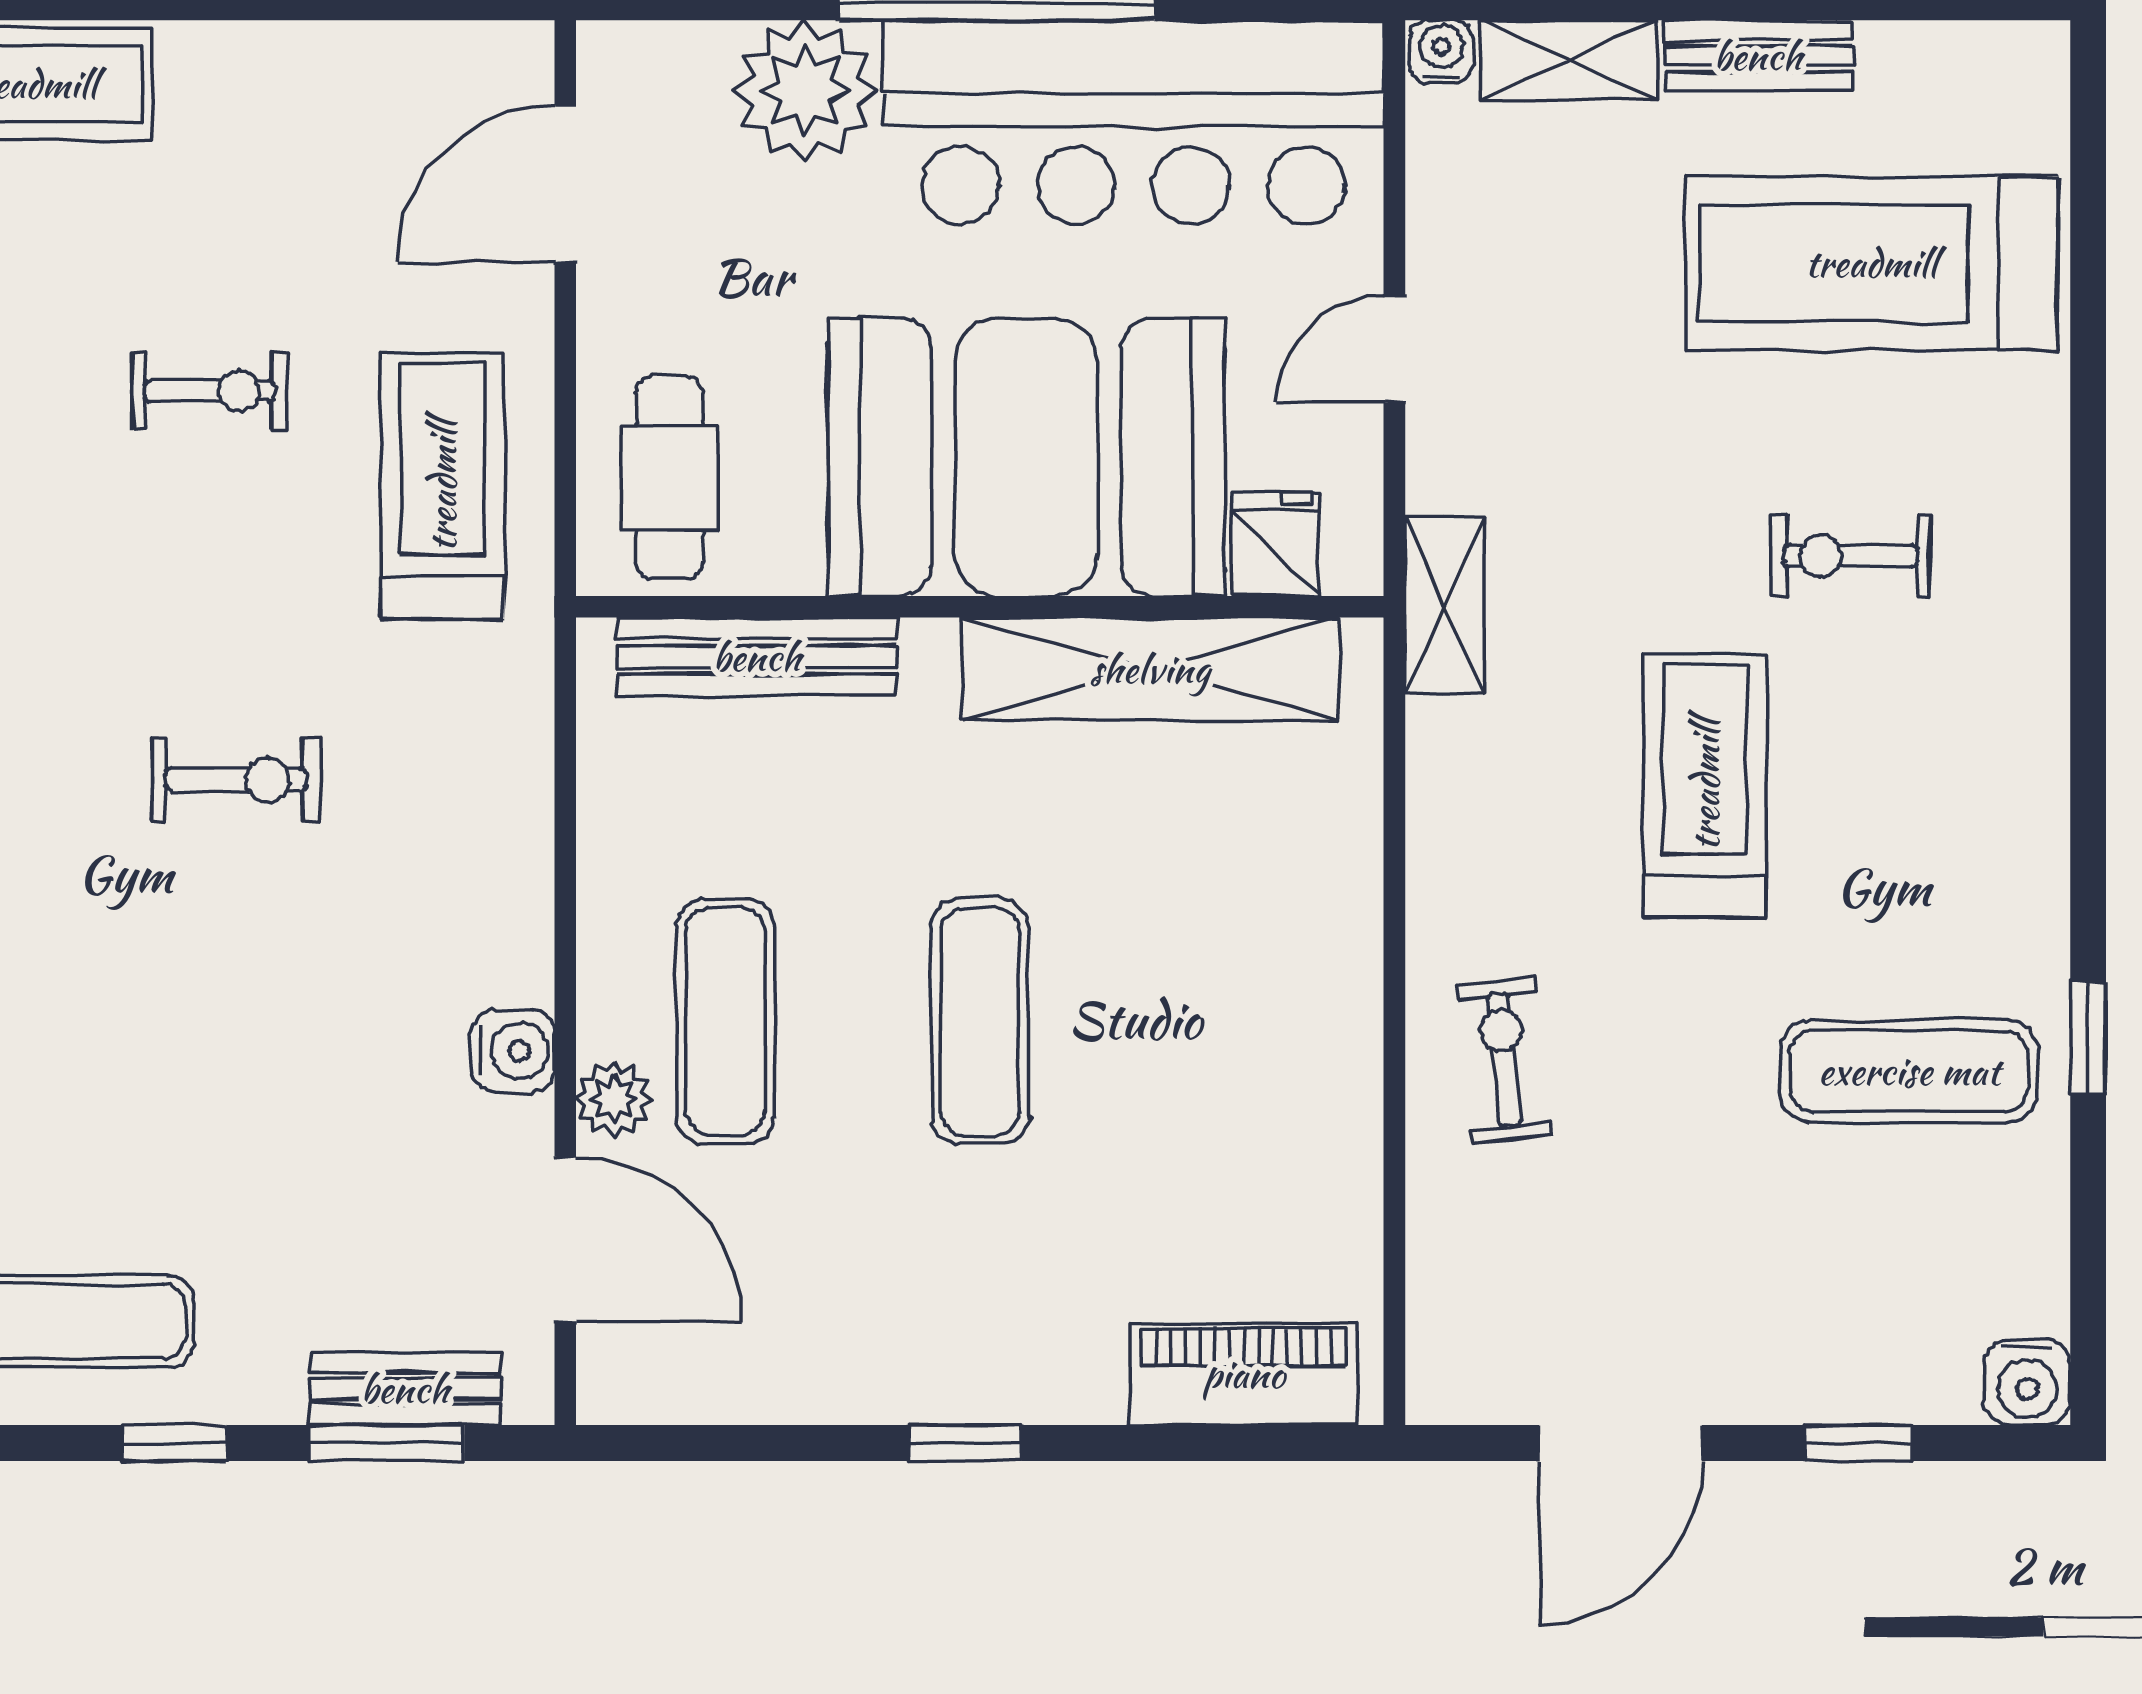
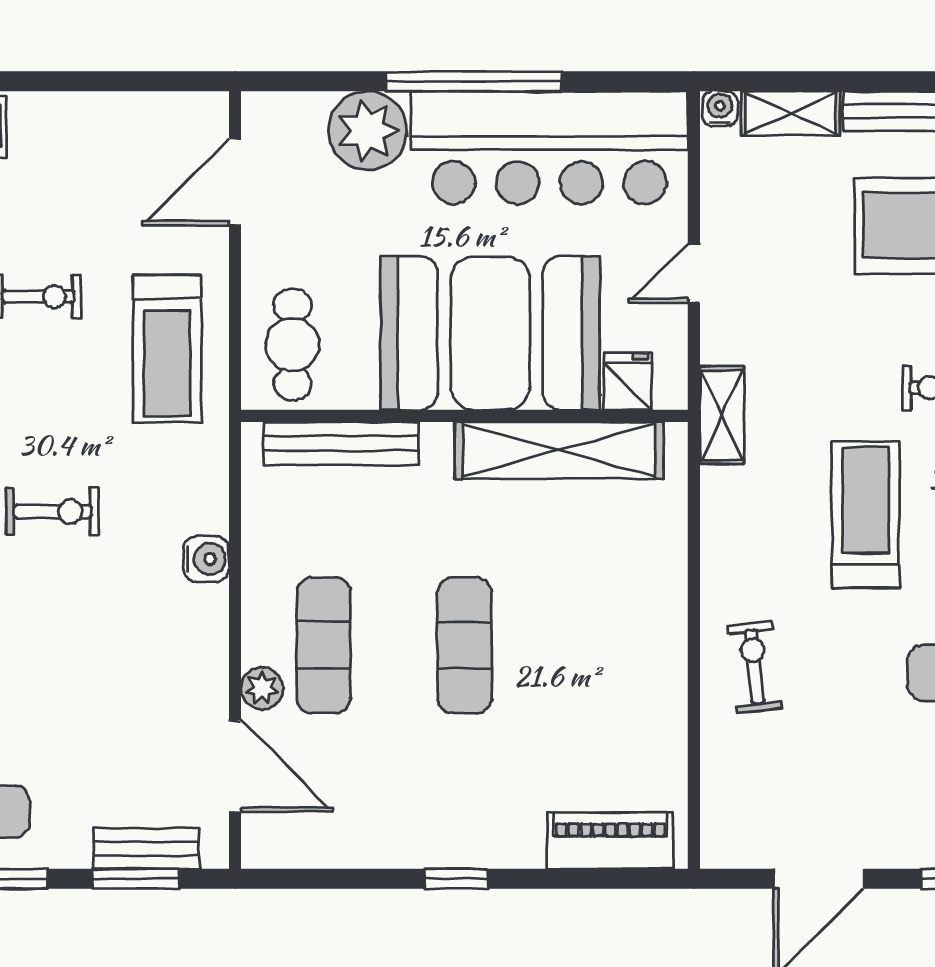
treadmill: (442, 486) -> (167, 349), turned 180
water cooler: (513, 1051) -> (206, 559), moved

